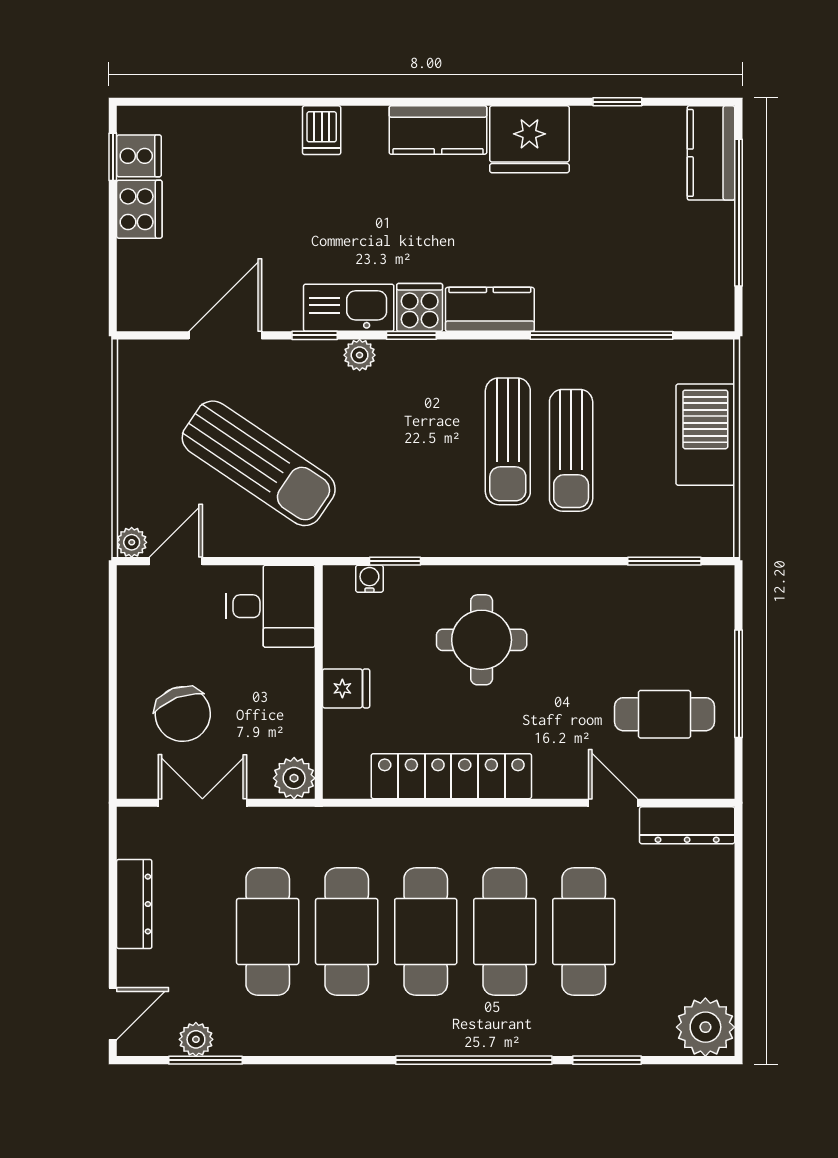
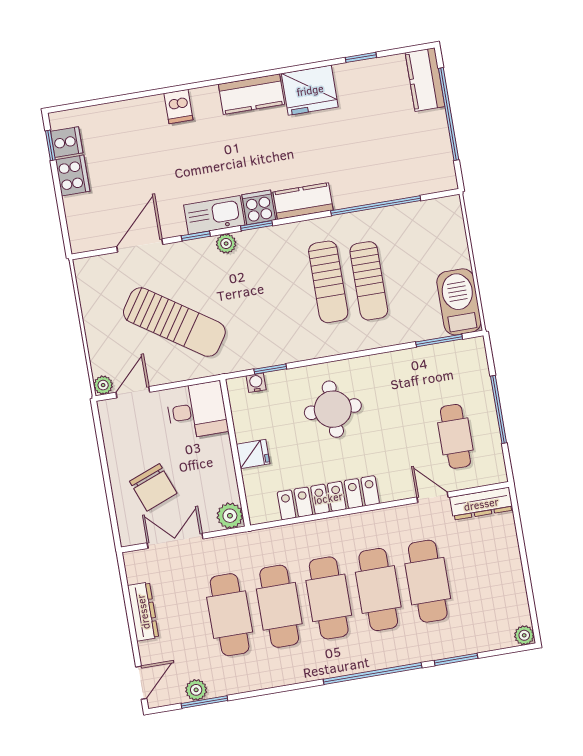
barbecue: (705, 435) -> (459, 302), moved
cafe table: (665, 714) -> (455, 436), turned 90
plant: (705, 1027) -> (524, 635), width x0.53, depth x0.53

